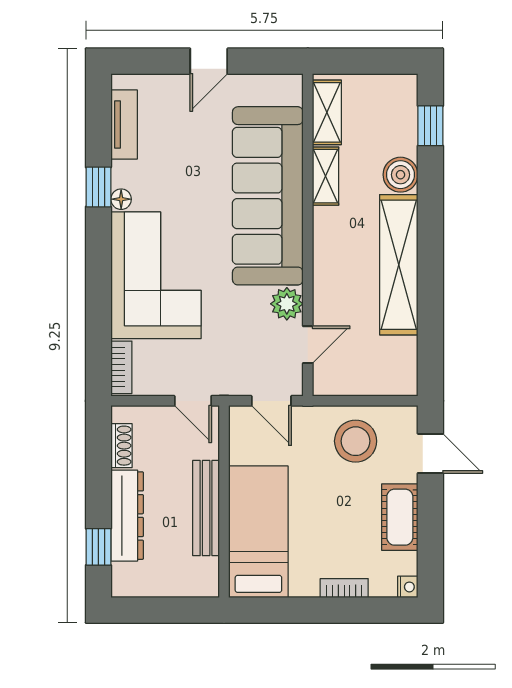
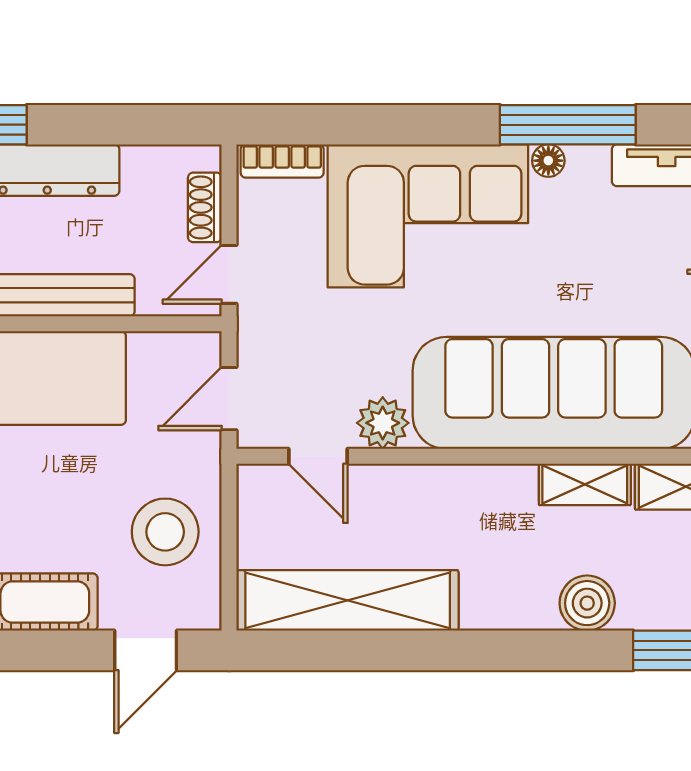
window: (98, 187) -> (568, 125), width x2.17
shelving: (399, 265) -> (348, 600), moved
shoe rack: (122, 446) -> (205, 207), moved, turned 90

